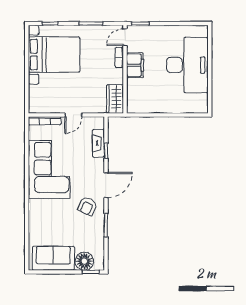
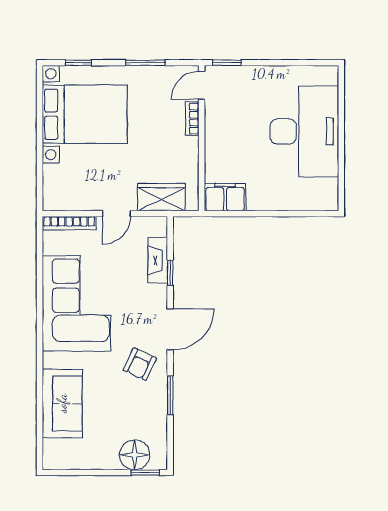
filing cabinet: (135, 65) -> (225, 197), moved, turned -90
wardrobe: (115, 99) -> (161, 197), moved, turned 90
sofa: (53, 258) -> (62, 403), moved, turned 90

